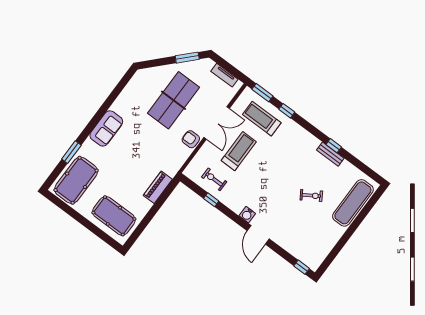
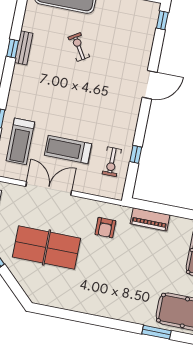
sofa: (106, 128) -> (112, 306), removed
armchair: (191, 139) -> (105, 228), moved
water cooler: (247, 215) -> (133, 107), removed

